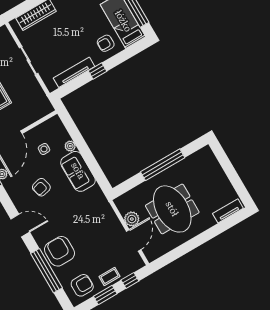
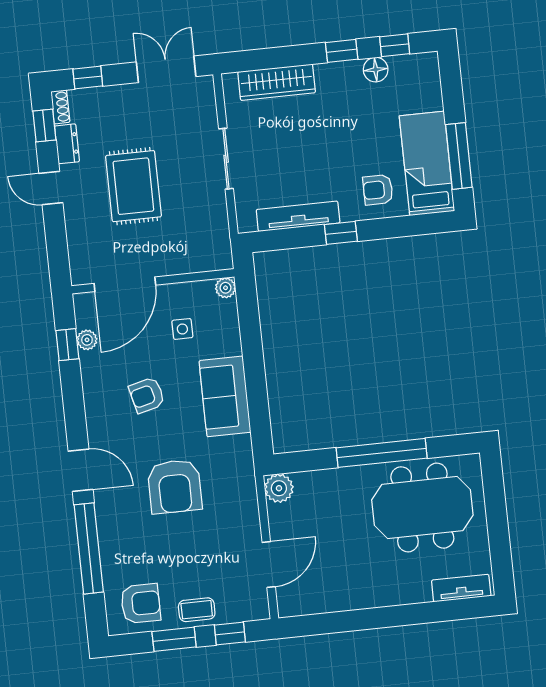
plant: (70, 146) -> (226, 288), moved
meeting table: (172, 209) -> (422, 507), moved, turned 90
plant: (132, 219) -> (279, 488), moved
door: (20, 226) -> (81, 470), moved
armchair: (60, 251) -> (175, 486), moved, turned 180

